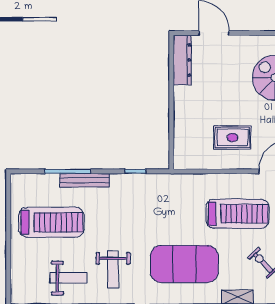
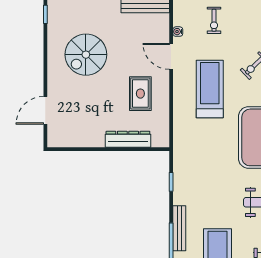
dresser: (182, 60) -> (128, 139), moved

